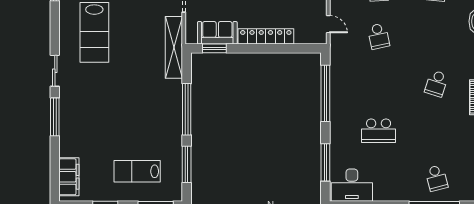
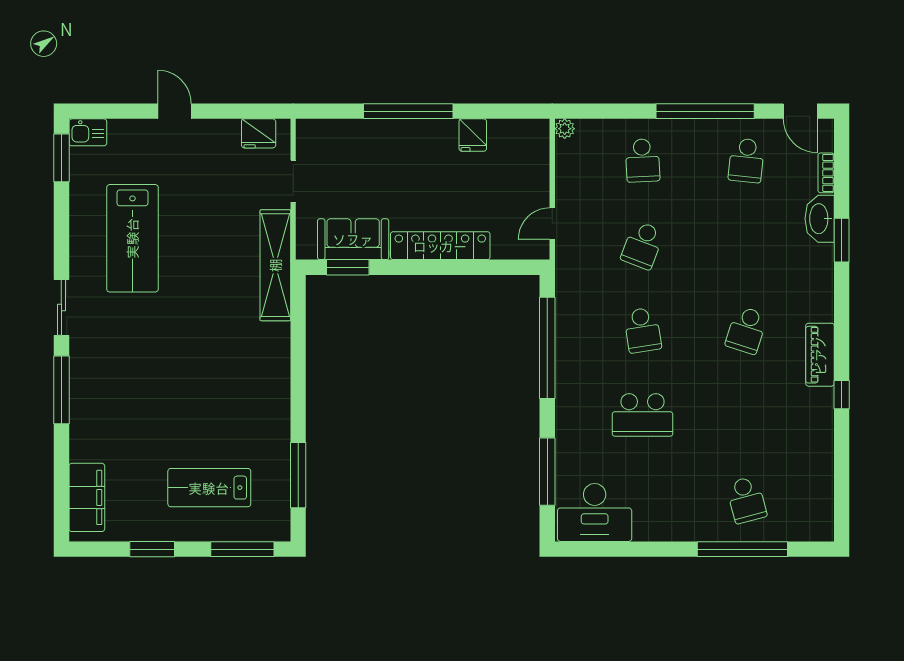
door: (328, 24) -> (552, 224), swing flipped
school desk: (379, 36) -> (643, 245), turned 33
school desk: (379, 84) -> (643, 330), added
window: (187, 109) -> (298, 376), removed

